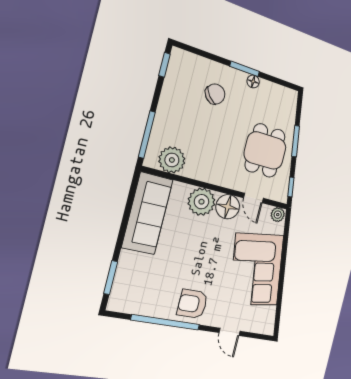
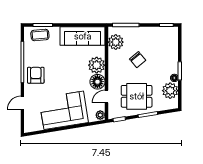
chair: (215, 94) -> (138, 60), moved
plant: (270, 95) -> (170, 91), added
coffee table: (127, 286) -> (40, 35), added

